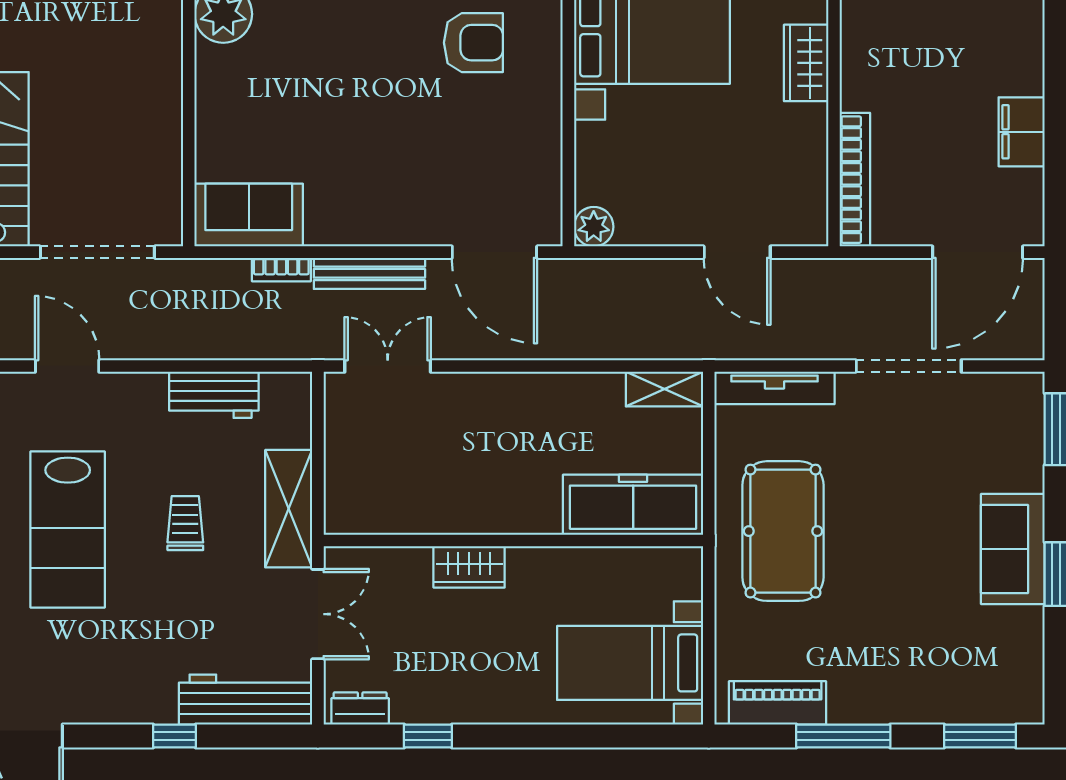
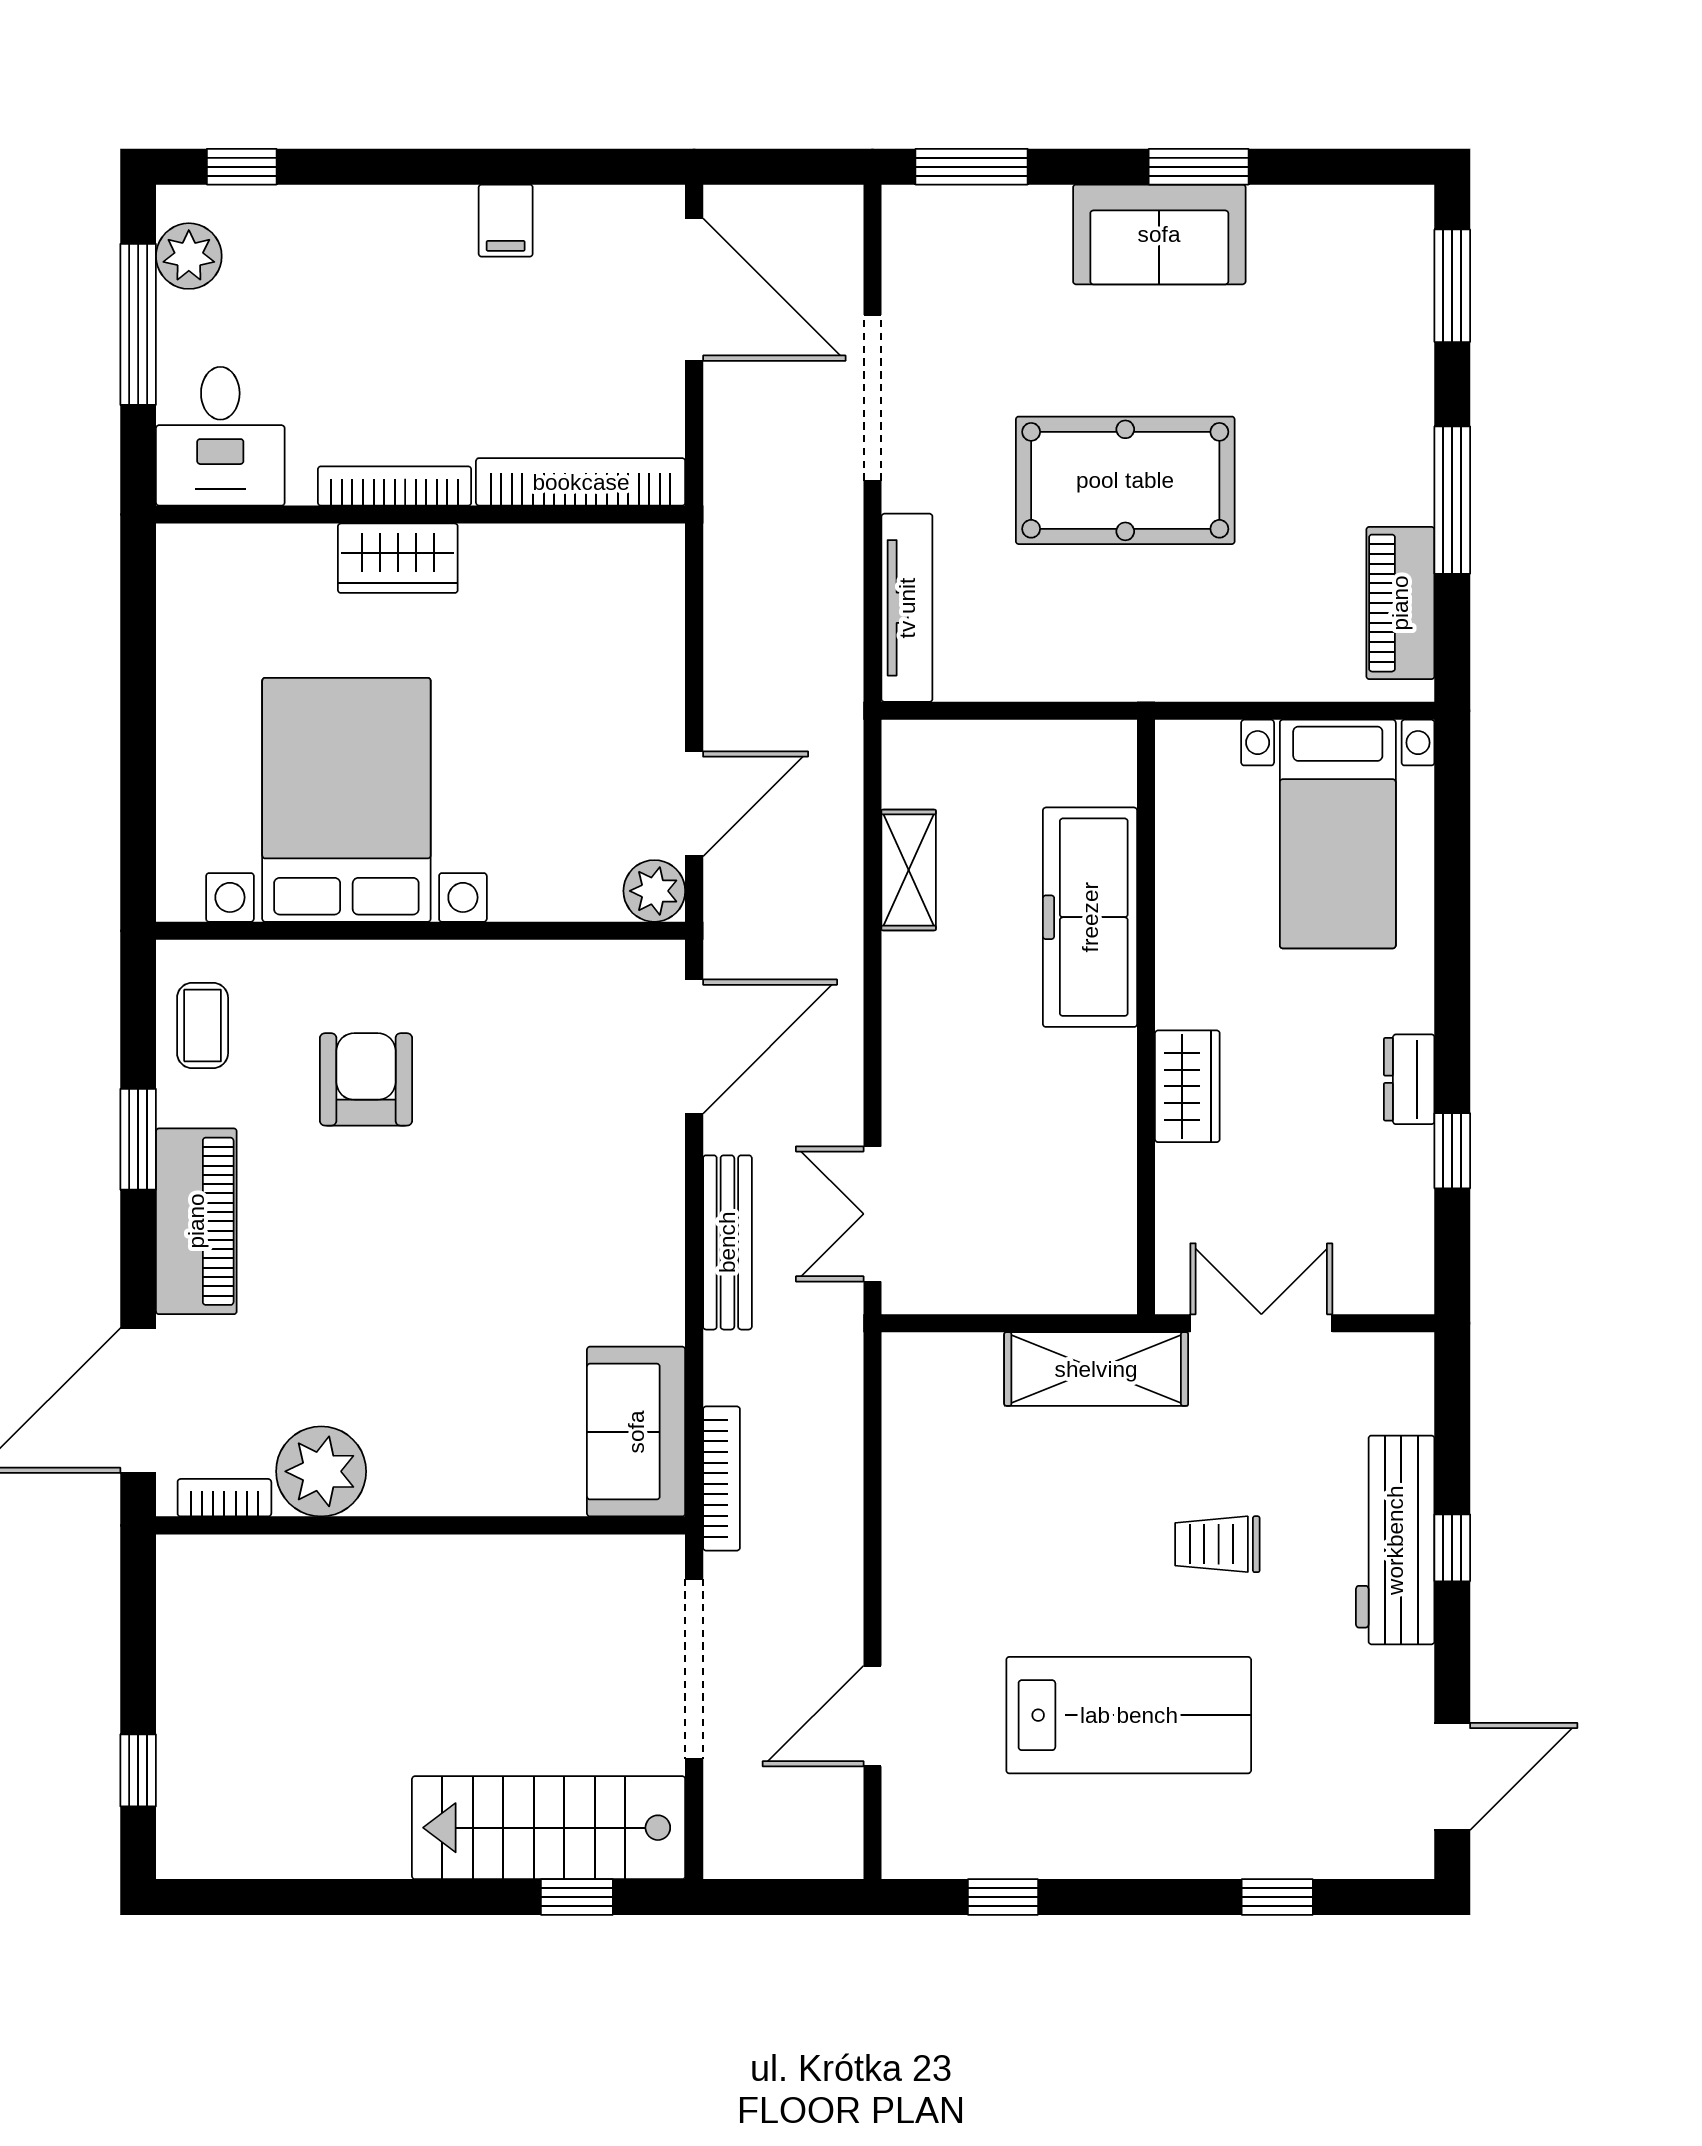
bookcase: (852, 61) -> (395, 486), added
filing cabinet: (1022, 132) -> (506, 221), width x0.50
door: (737, 252) -> (694, 804), moved
bookcase: (281, 270) -> (721, 1479), moved, width x1.56
shelving: (664, 389) -> (909, 870), moved
workbench: (214, 395) -> (918, 1486), removed
freezer: (633, 505) -> (1090, 917), moved
trolley: (185, 523) -> (1217, 1544), moved
pool table: (783, 531) -> (1125, 480), moved
workbench: (246, 700) -> (1395, 1540), moved
dresser: (360, 708) -> (1409, 1079), moved

